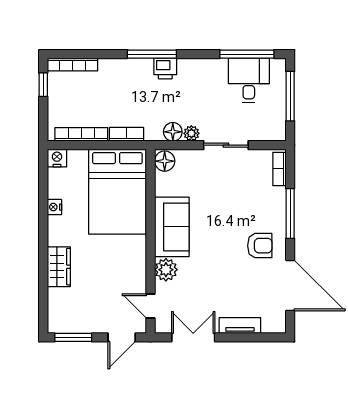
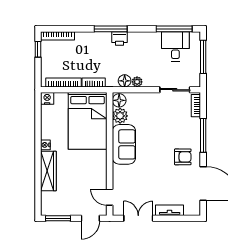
sliding door: (226, 145) -> (175, 90), moved
nightstand: (54, 207) -> (45, 145), moved
wardrobe: (59, 267) -> (48, 171), width x1.50
plant: (166, 270) -> (120, 116), moved

